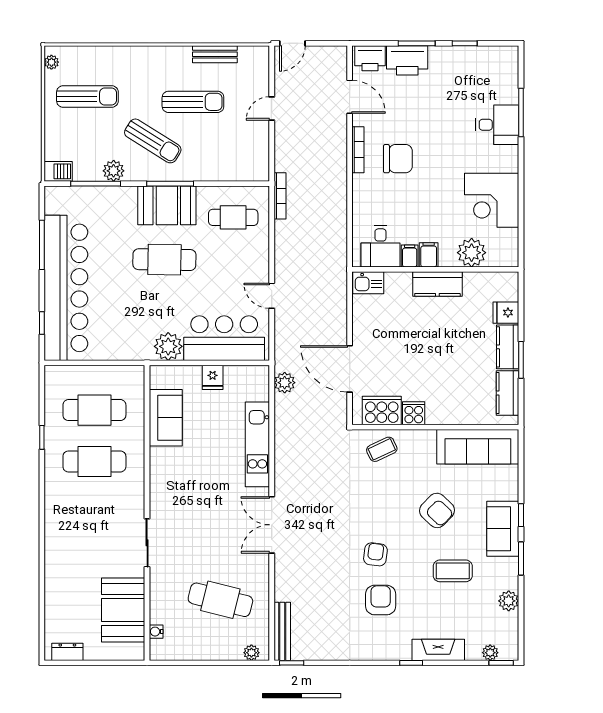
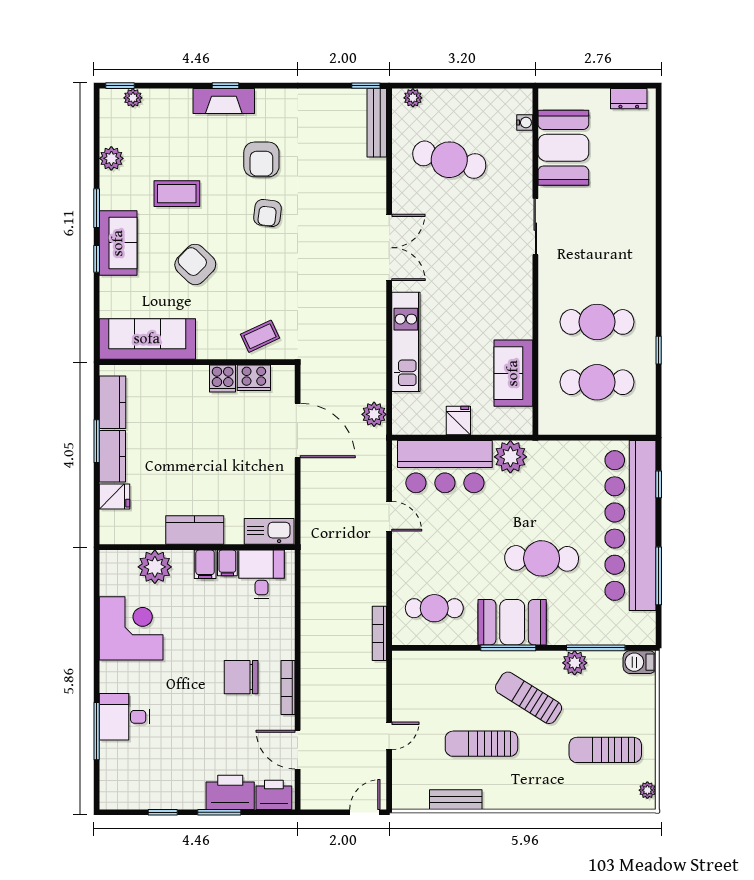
cafe table: (164, 260) -> (542, 558), moved
kitchen sink: (368, 283) -> (269, 531), width x1.38
cooker: (382, 410) -> (254, 378), width x0.73, depth x0.76
fireplace: (438, 650) -> (224, 101), moved

